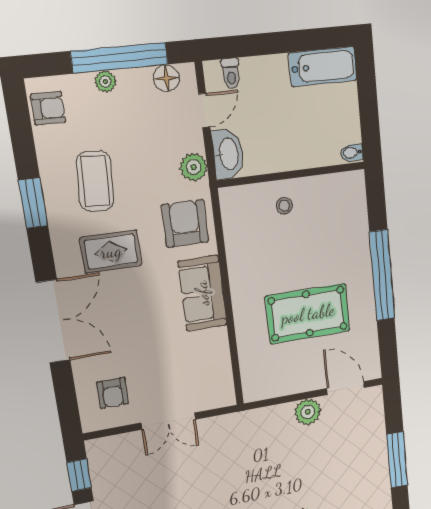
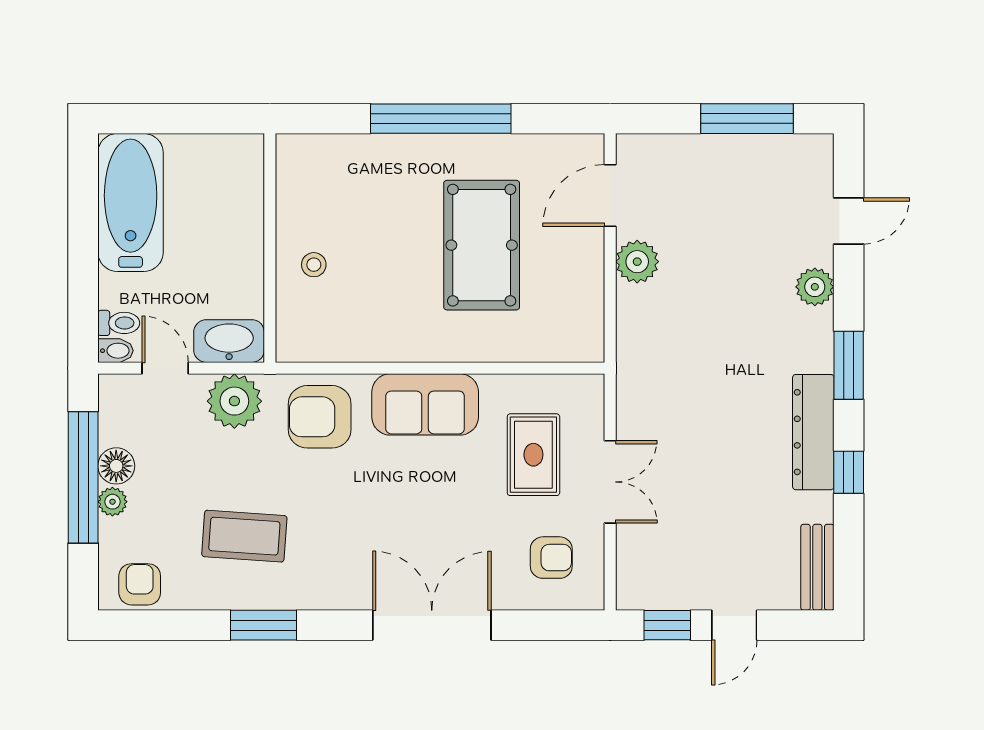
bathtub: (323, 67) -> (131, 202), width x1.36, depth x1.36
floor lamp: (166, 78) -> (116, 466), moved
bidet: (352, 153) -> (116, 351), moved, turned -90
plant: (194, 167) -> (234, 401), width x1.36, depth x1.36
rug: (111, 251) -> (533, 455), moved

